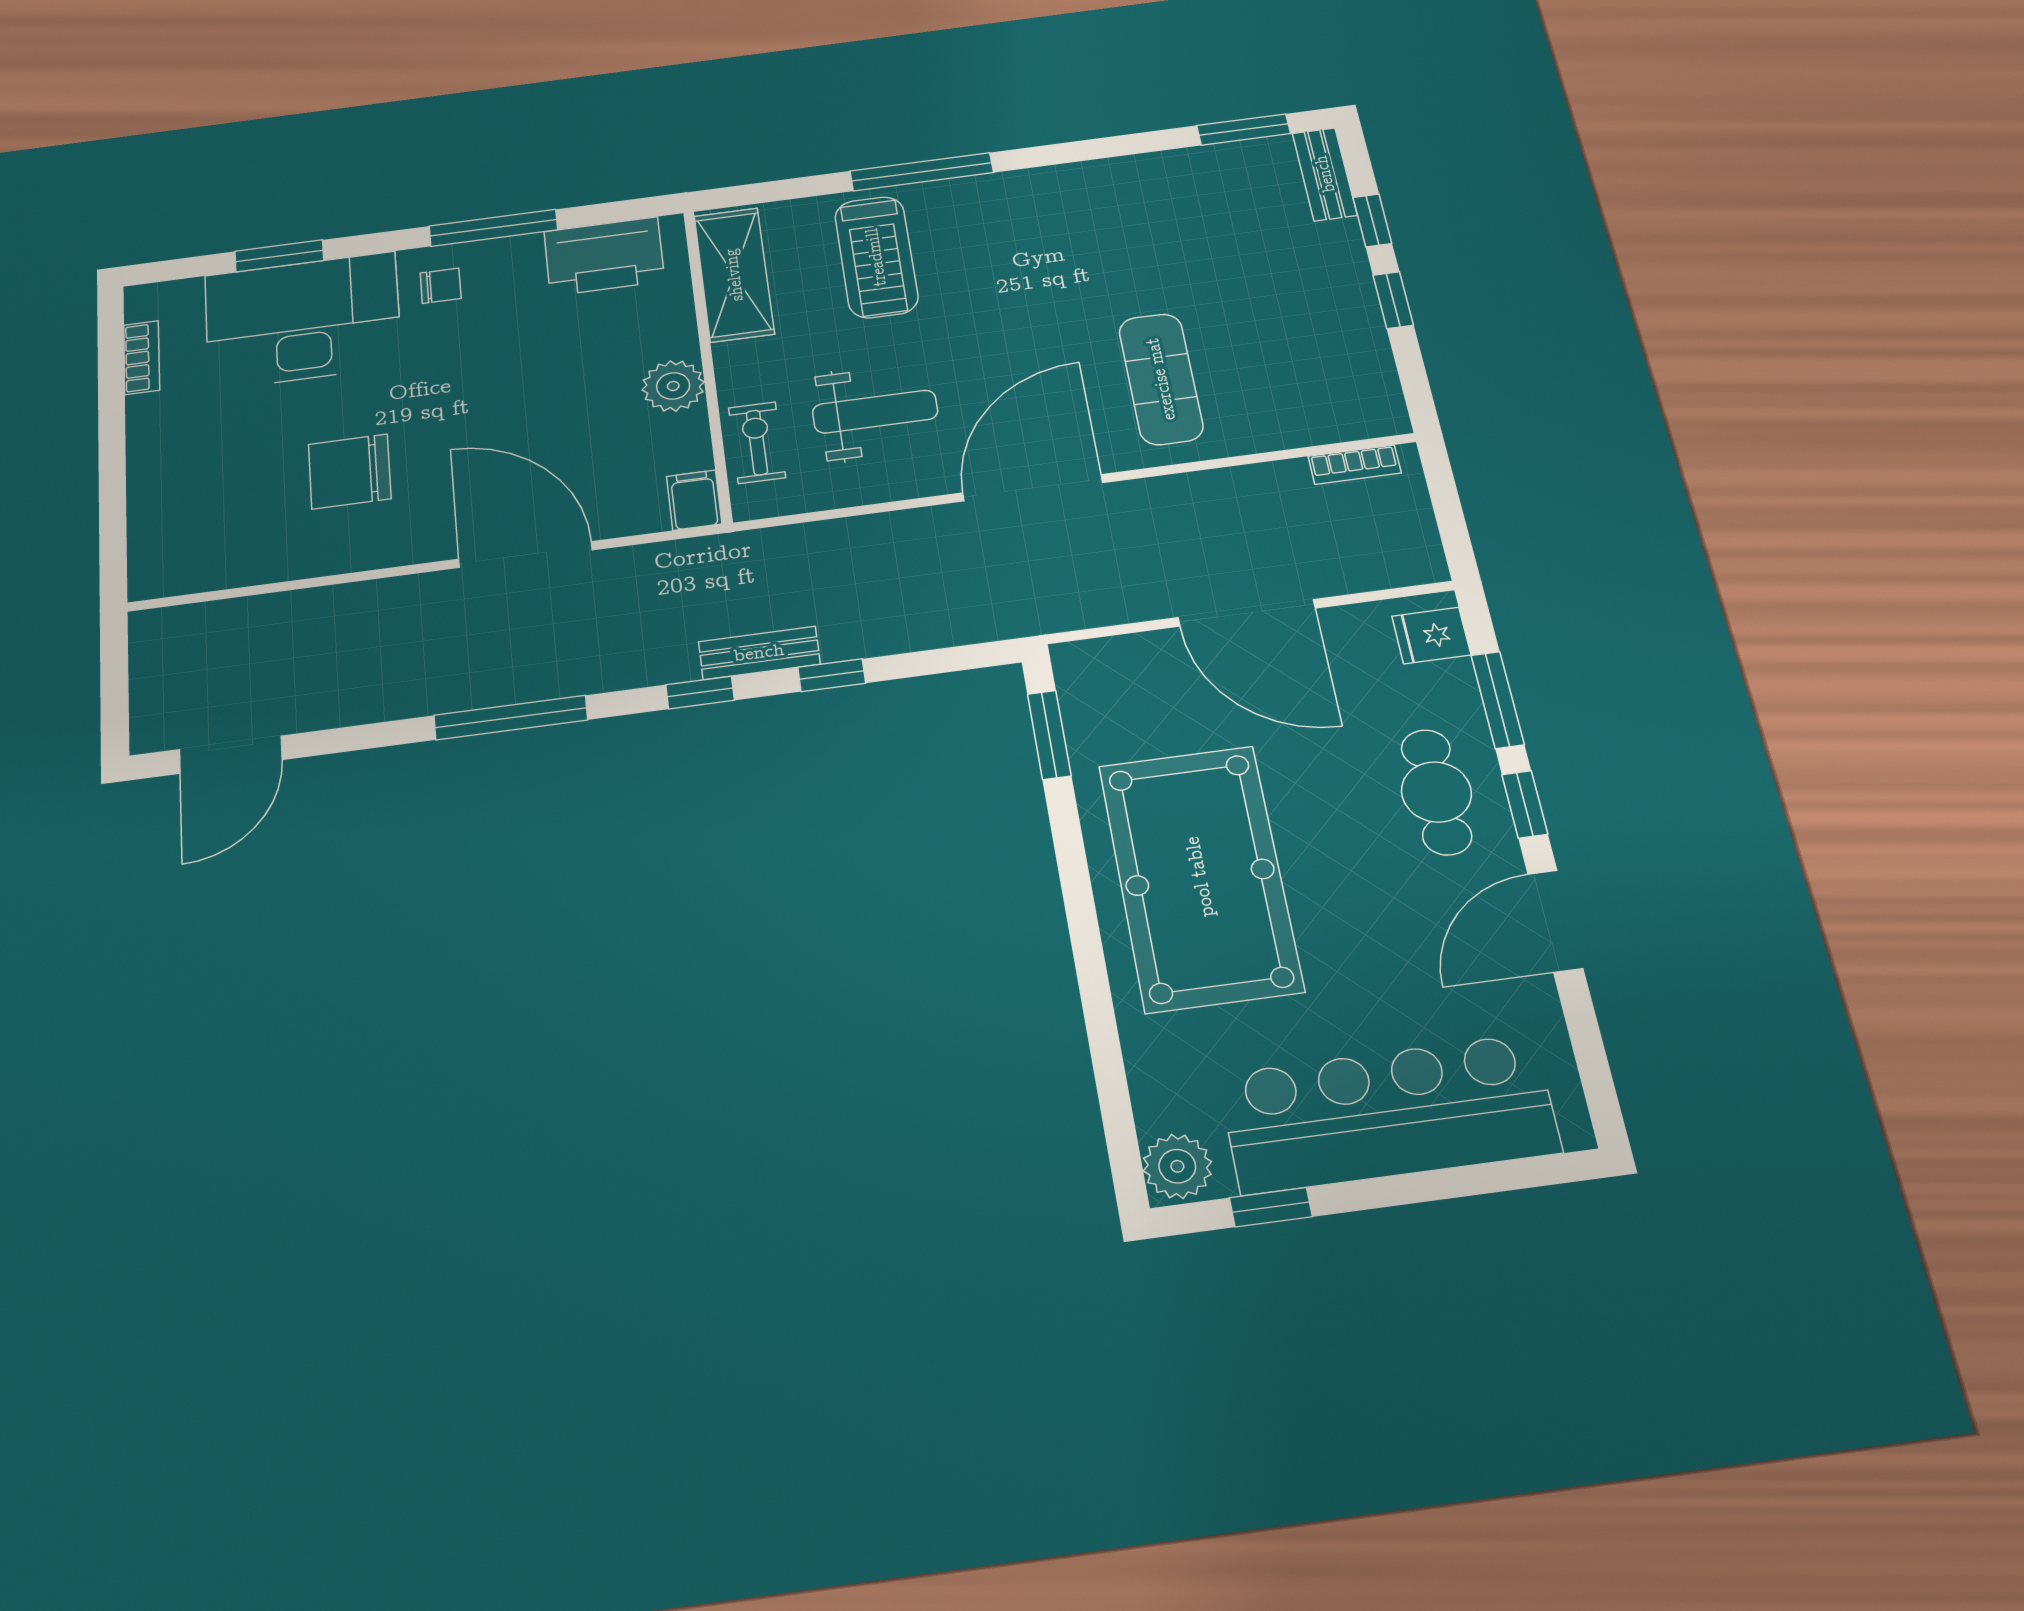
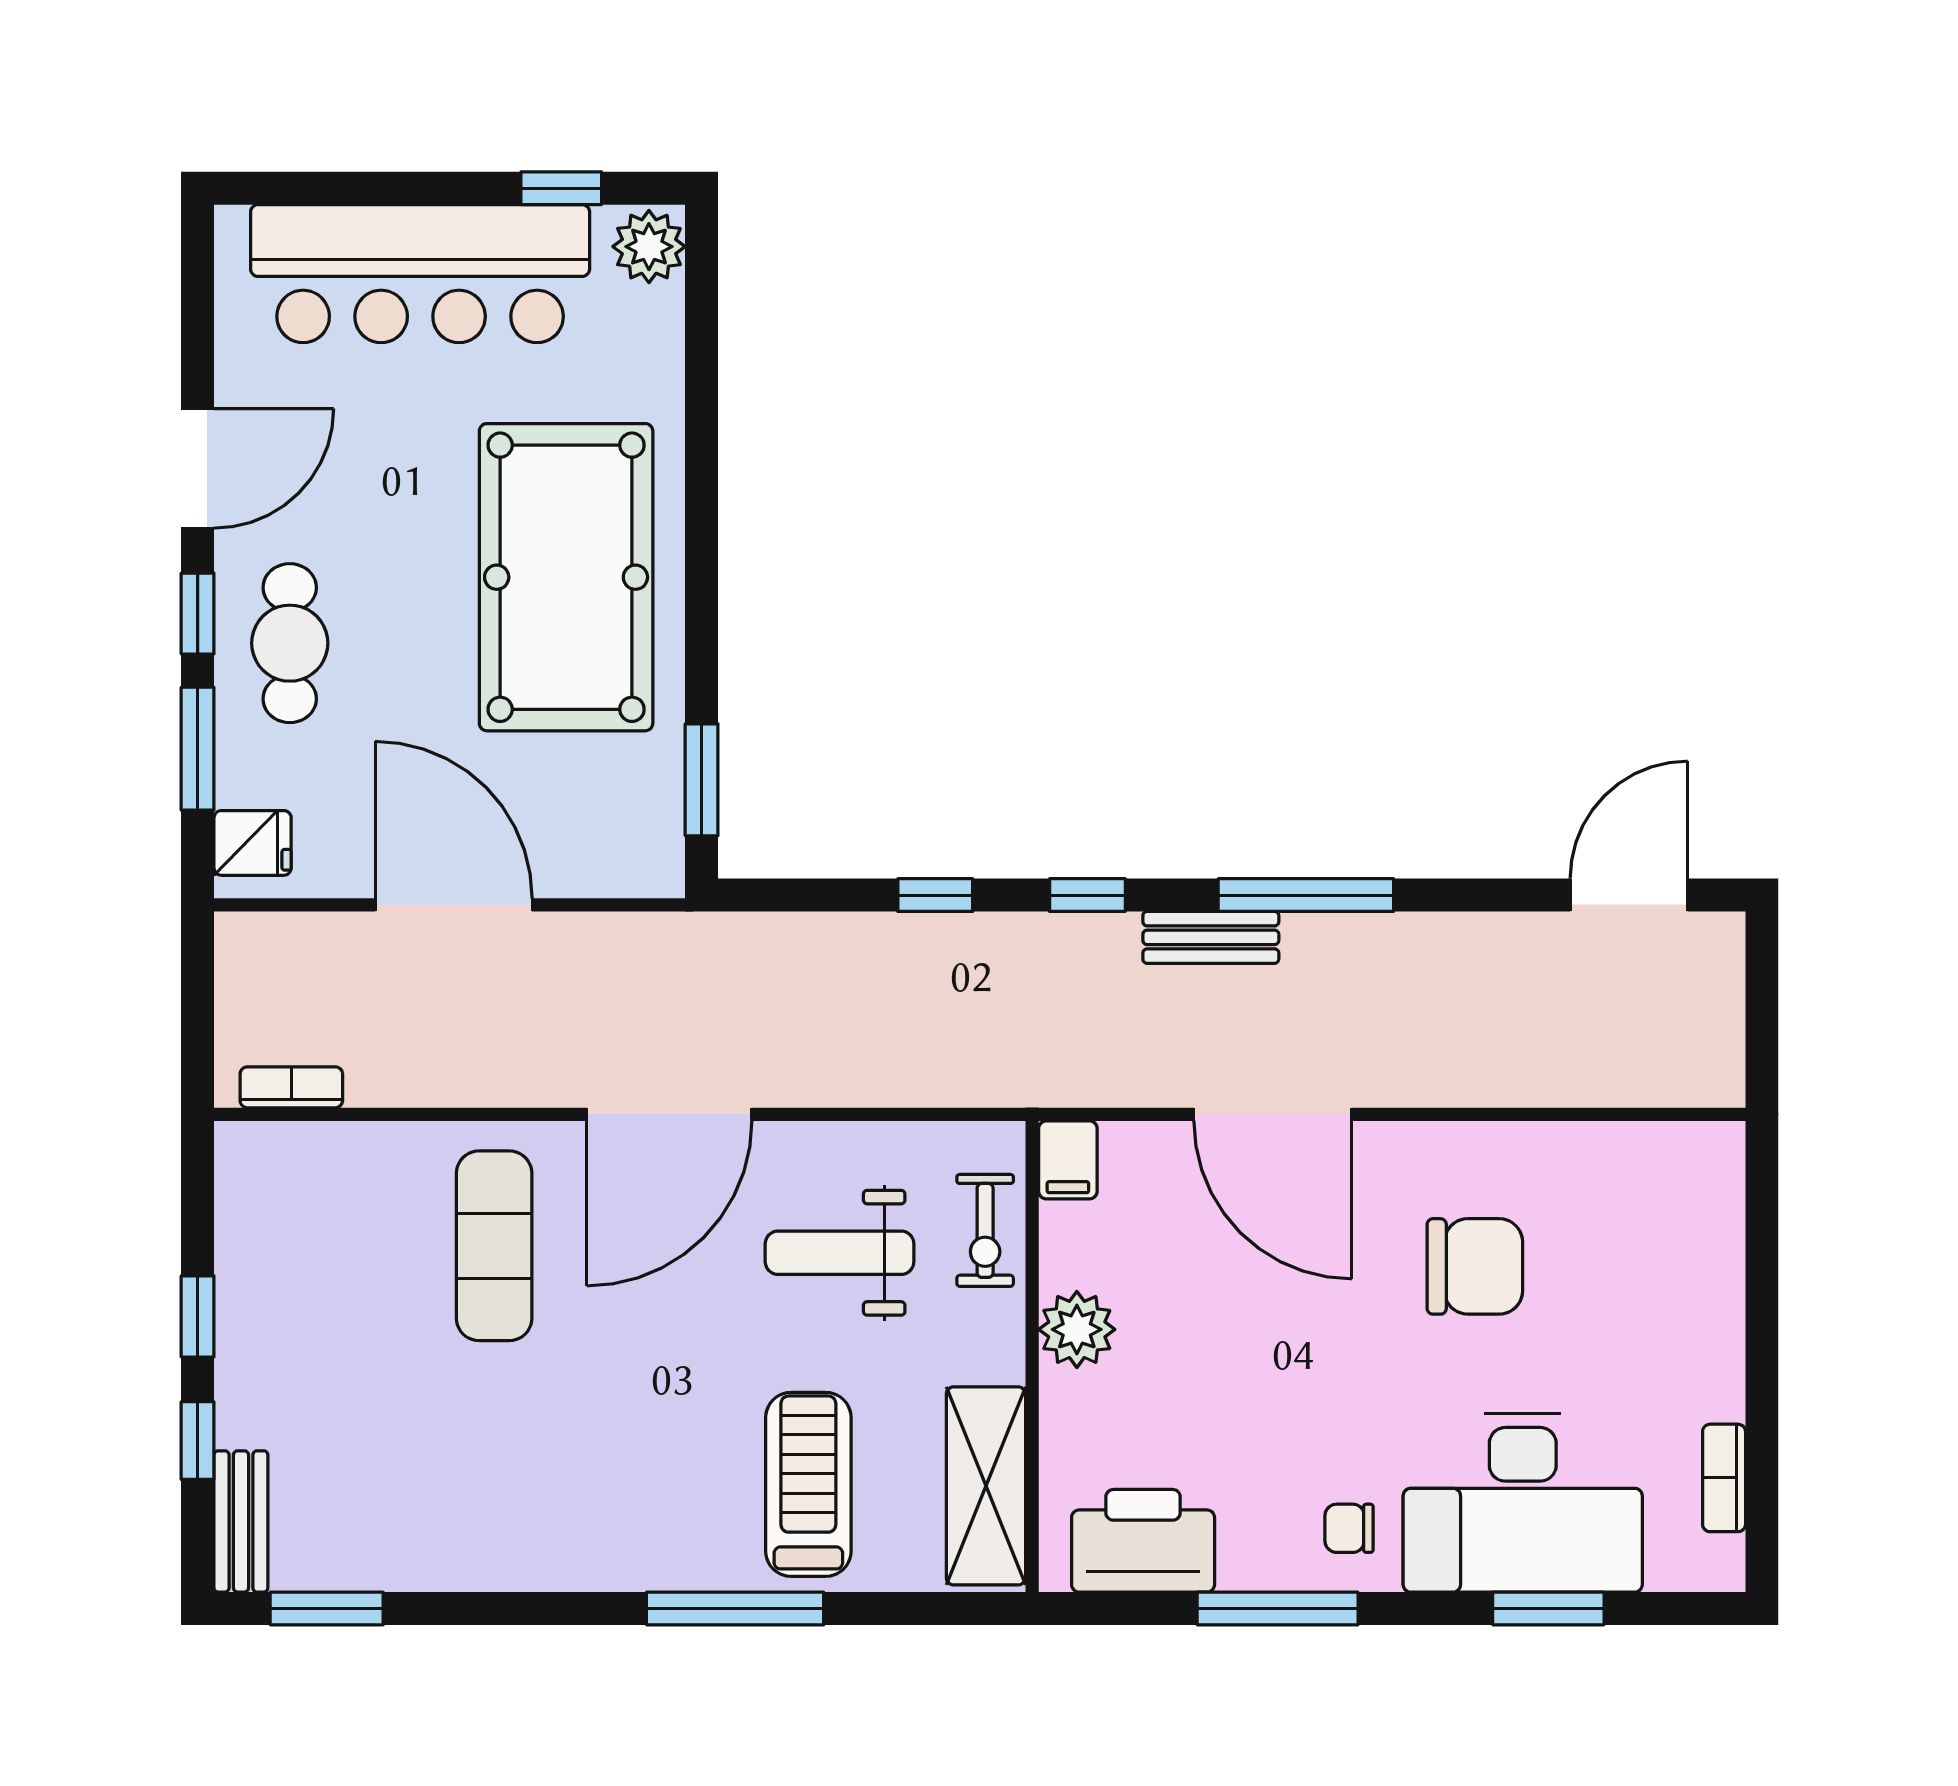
bench: (759, 653) -> (1211, 937), moved

